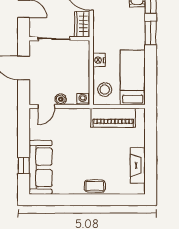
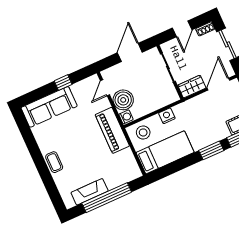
boiler: (61, 99) -> (123, 100), width x1.86, depth x1.86
door: (46, 106) -> (105, 88), hinge flipped
piano: (113, 118) -> (112, 130), moved
window: (151, 152) -> (107, 198), added
window: (24, 166) -> (63, 83), moved

